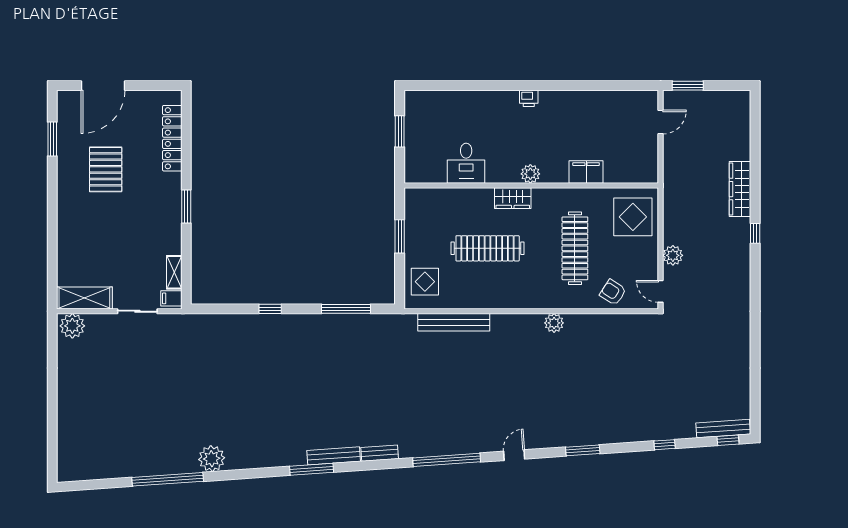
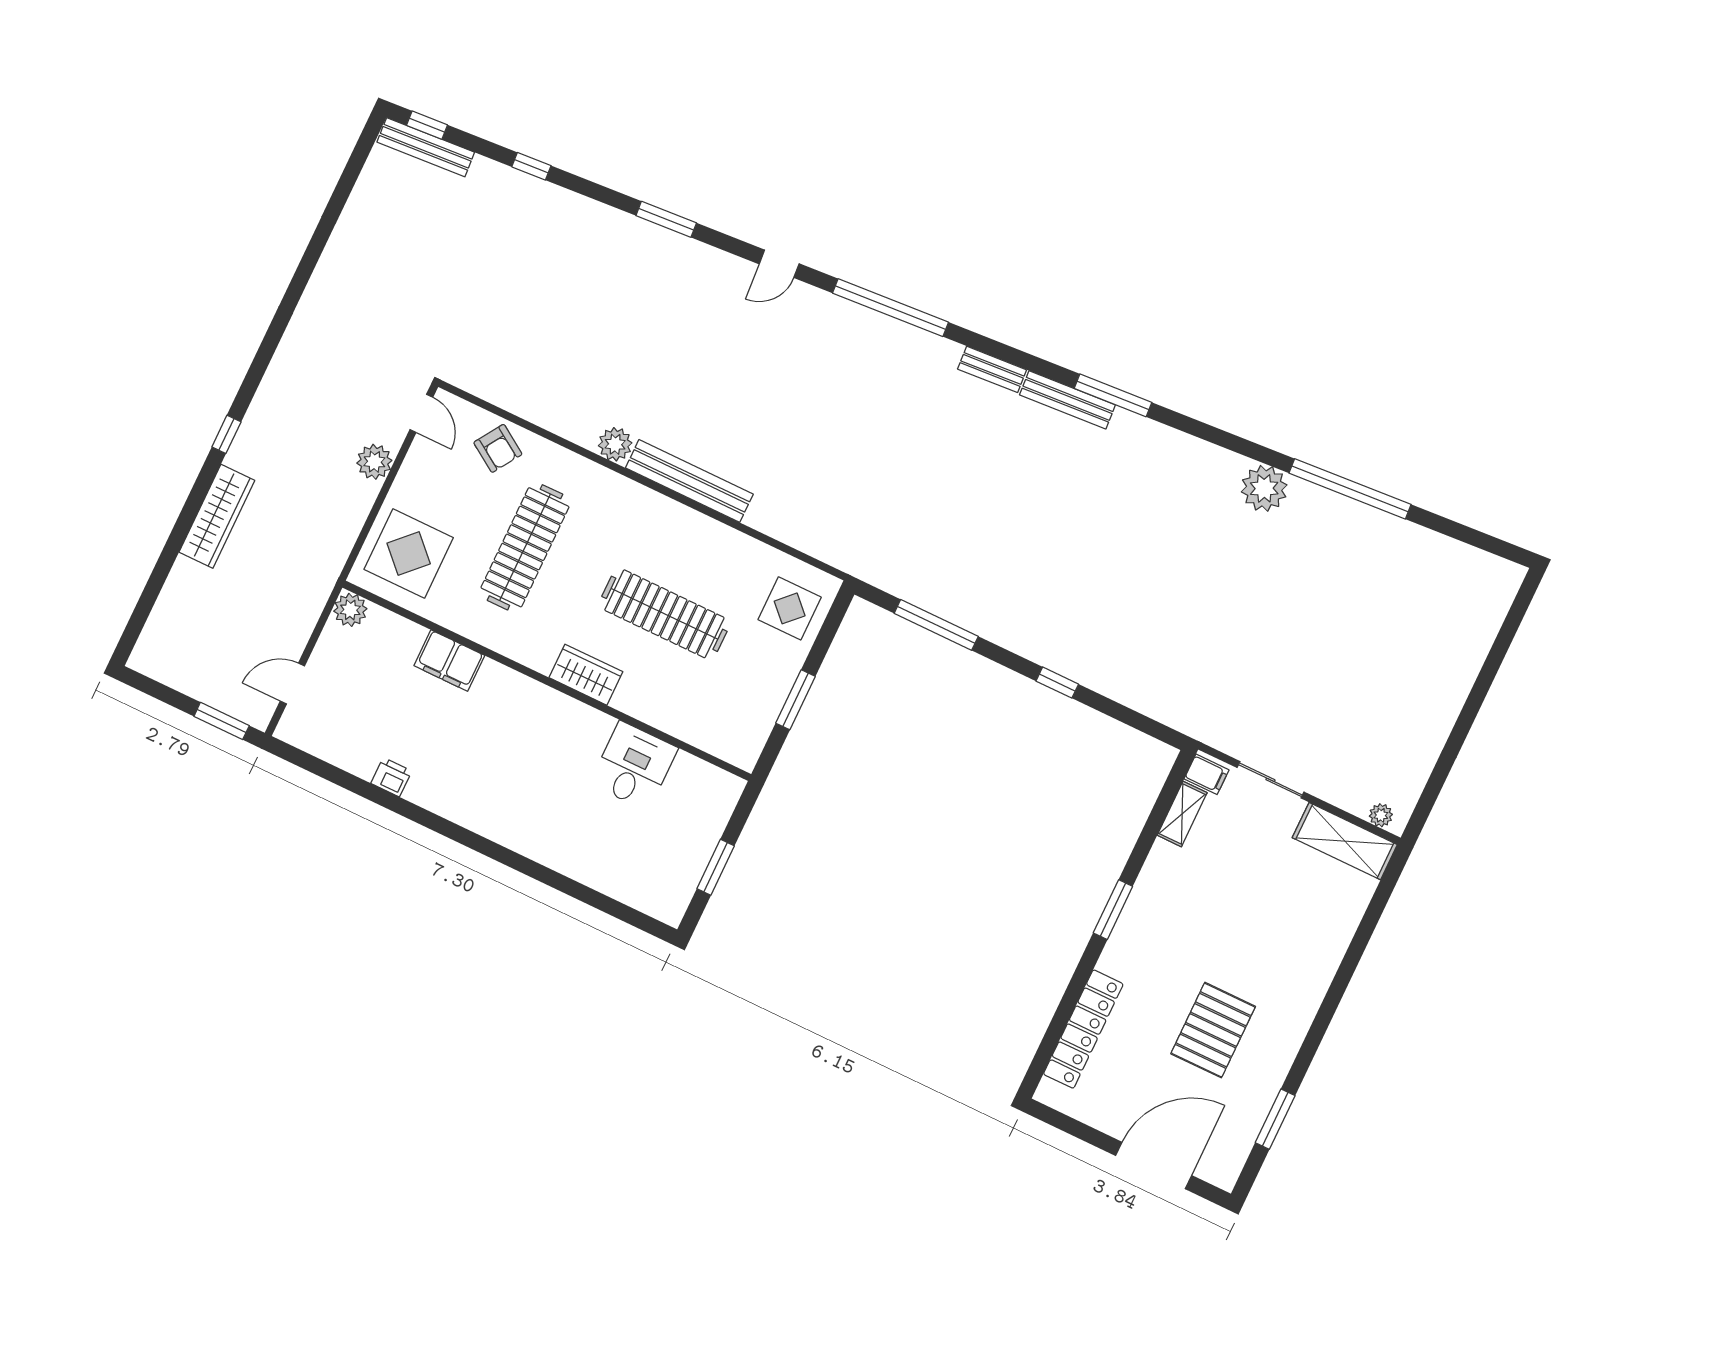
printer: (529, 98) -> (391, 777), moved
plant: (530, 174) -> (350, 610), moved
bench: (454, 322) -> (689, 481), moved
plant: (72, 326) -> (1381, 815), width x0.53, depth x0.53

